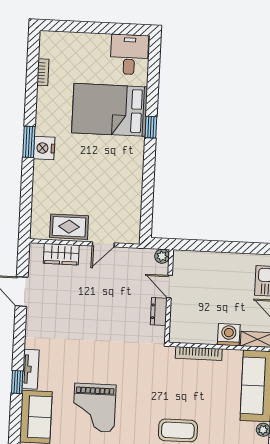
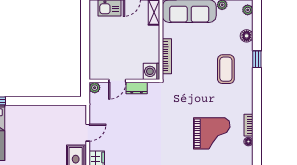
door: (103, 244) -> (88, 133), hinge flipped
washing machine: (229, 335) -> (152, 71), moved

